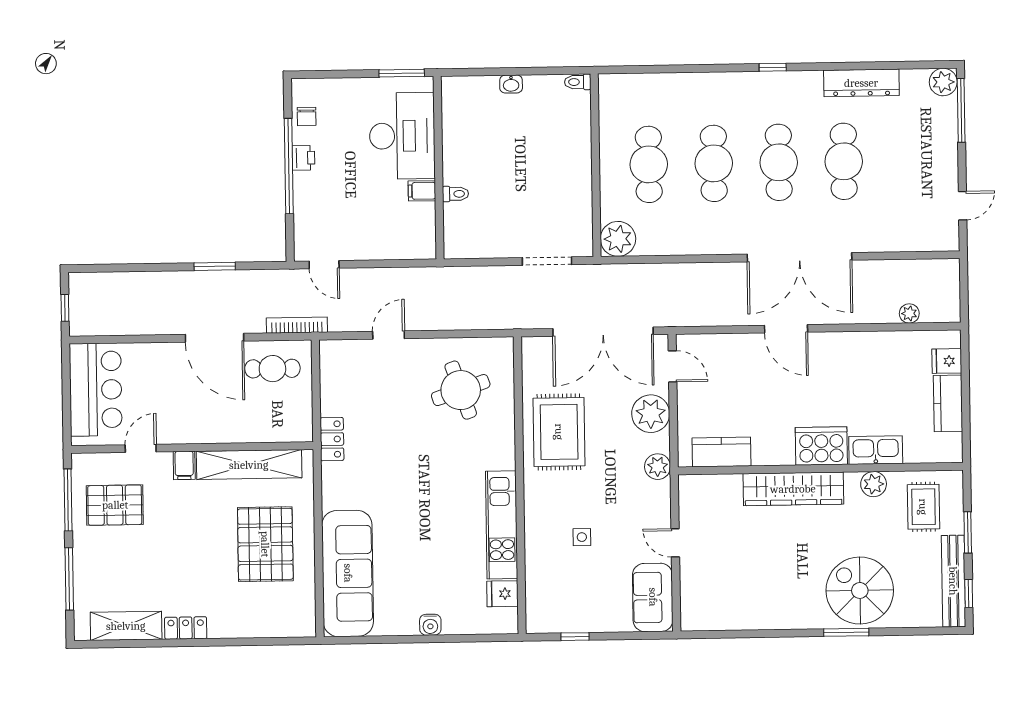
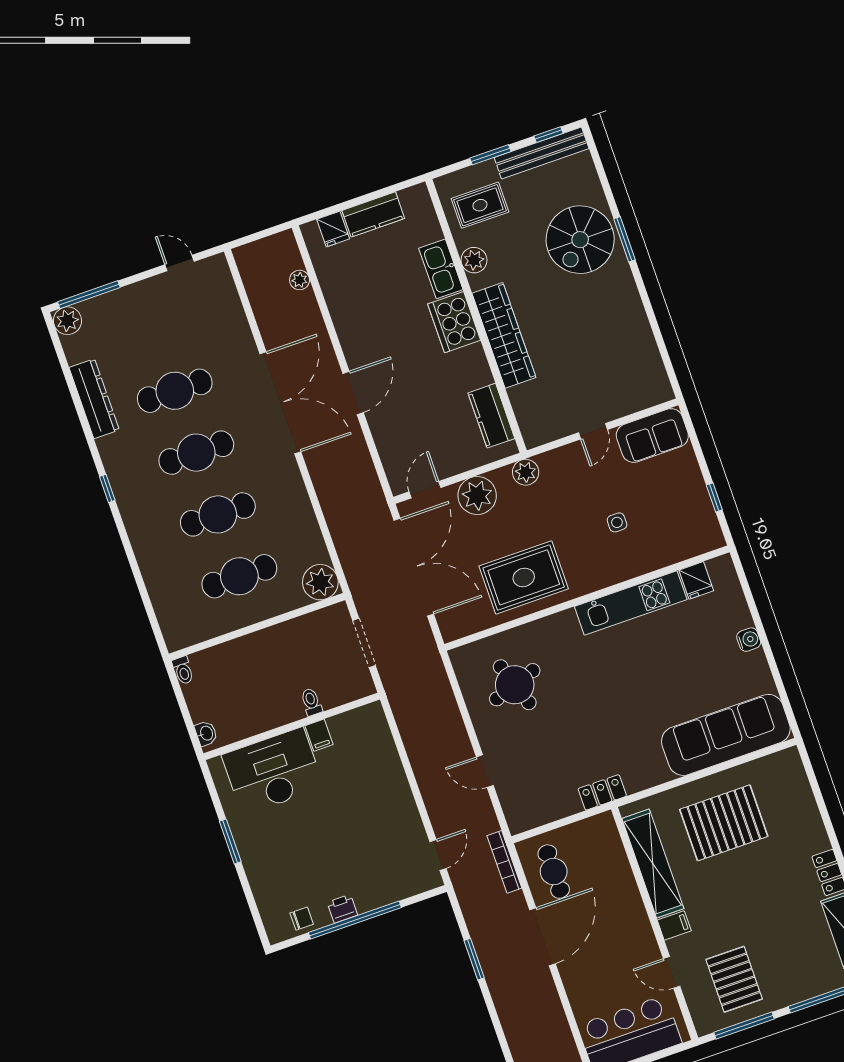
desk: (402, 136) -> (273, 771), moved
wall: (439, 168) -> (292, 726), moved
filing cabinet: (422, 191) -> (319, 735), moved
toilet: (456, 194) -> (311, 702), moved

